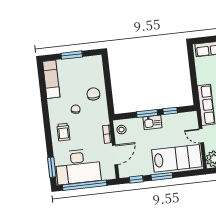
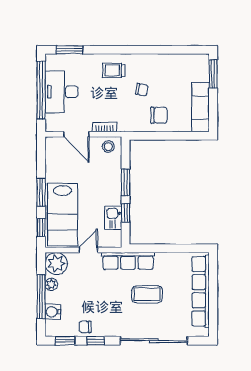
window: (72, 55) -> (213, 74), moved
exam couch: (51, 79) -> (201, 107), moved, turned 90
kitchen sink: (152, 122) -> (113, 218), moved
desk: (78, 167) -> (62, 92), width x0.73, depth x0.77
window: (136, 179) -> (41, 227), moved

